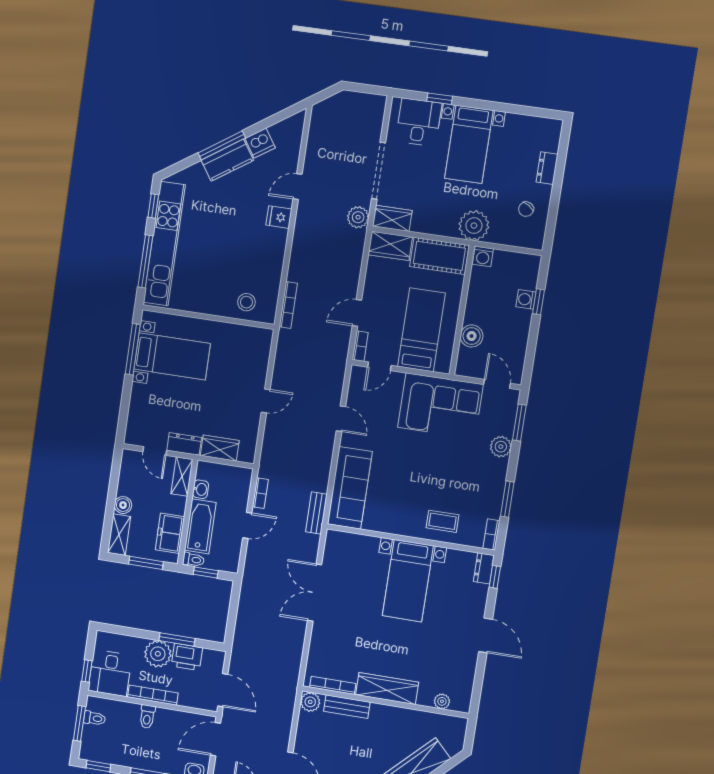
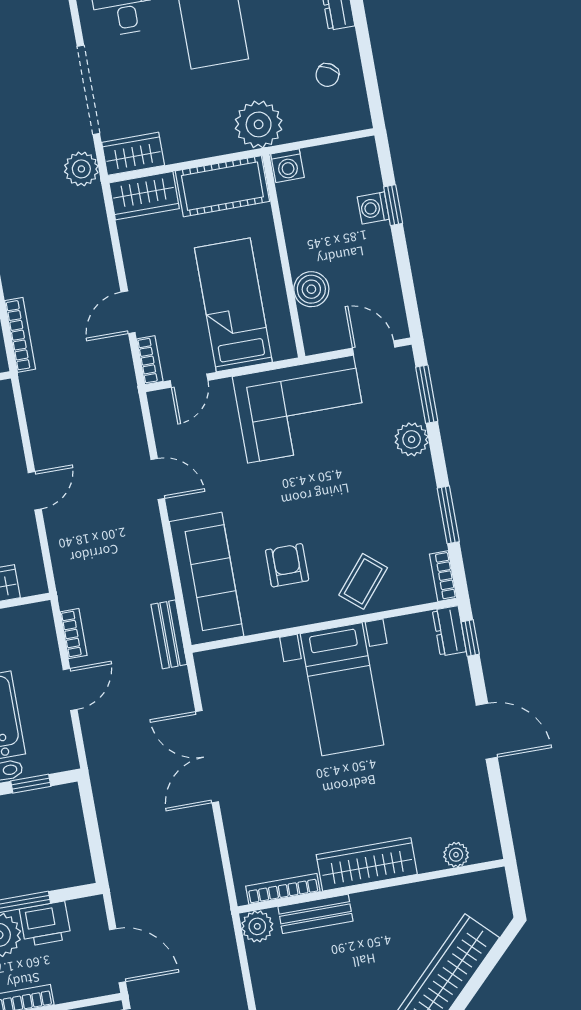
armchair: (400, 496) -> (287, 565), added
coffee table: (442, 521) -> (363, 581), turned -50

